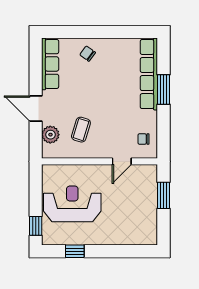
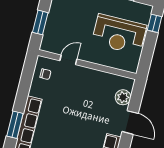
window: (164, 89) -> (15, 125), moved
coffee table: (81, 130) -> (96, 95), removed

